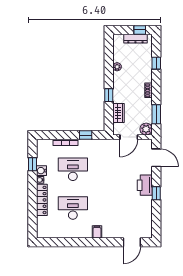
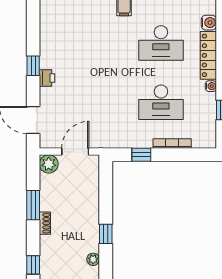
window: (109, 95) -> (106, 234), moved
wardrobe: (119, 113) -> (91, 189), removed
window: (156, 114) -> (33, 205), moved
water cooler: (42, 171) -> (209, 23), moved
printer: (145, 185) -> (47, 78), width x0.53, depth x0.68

